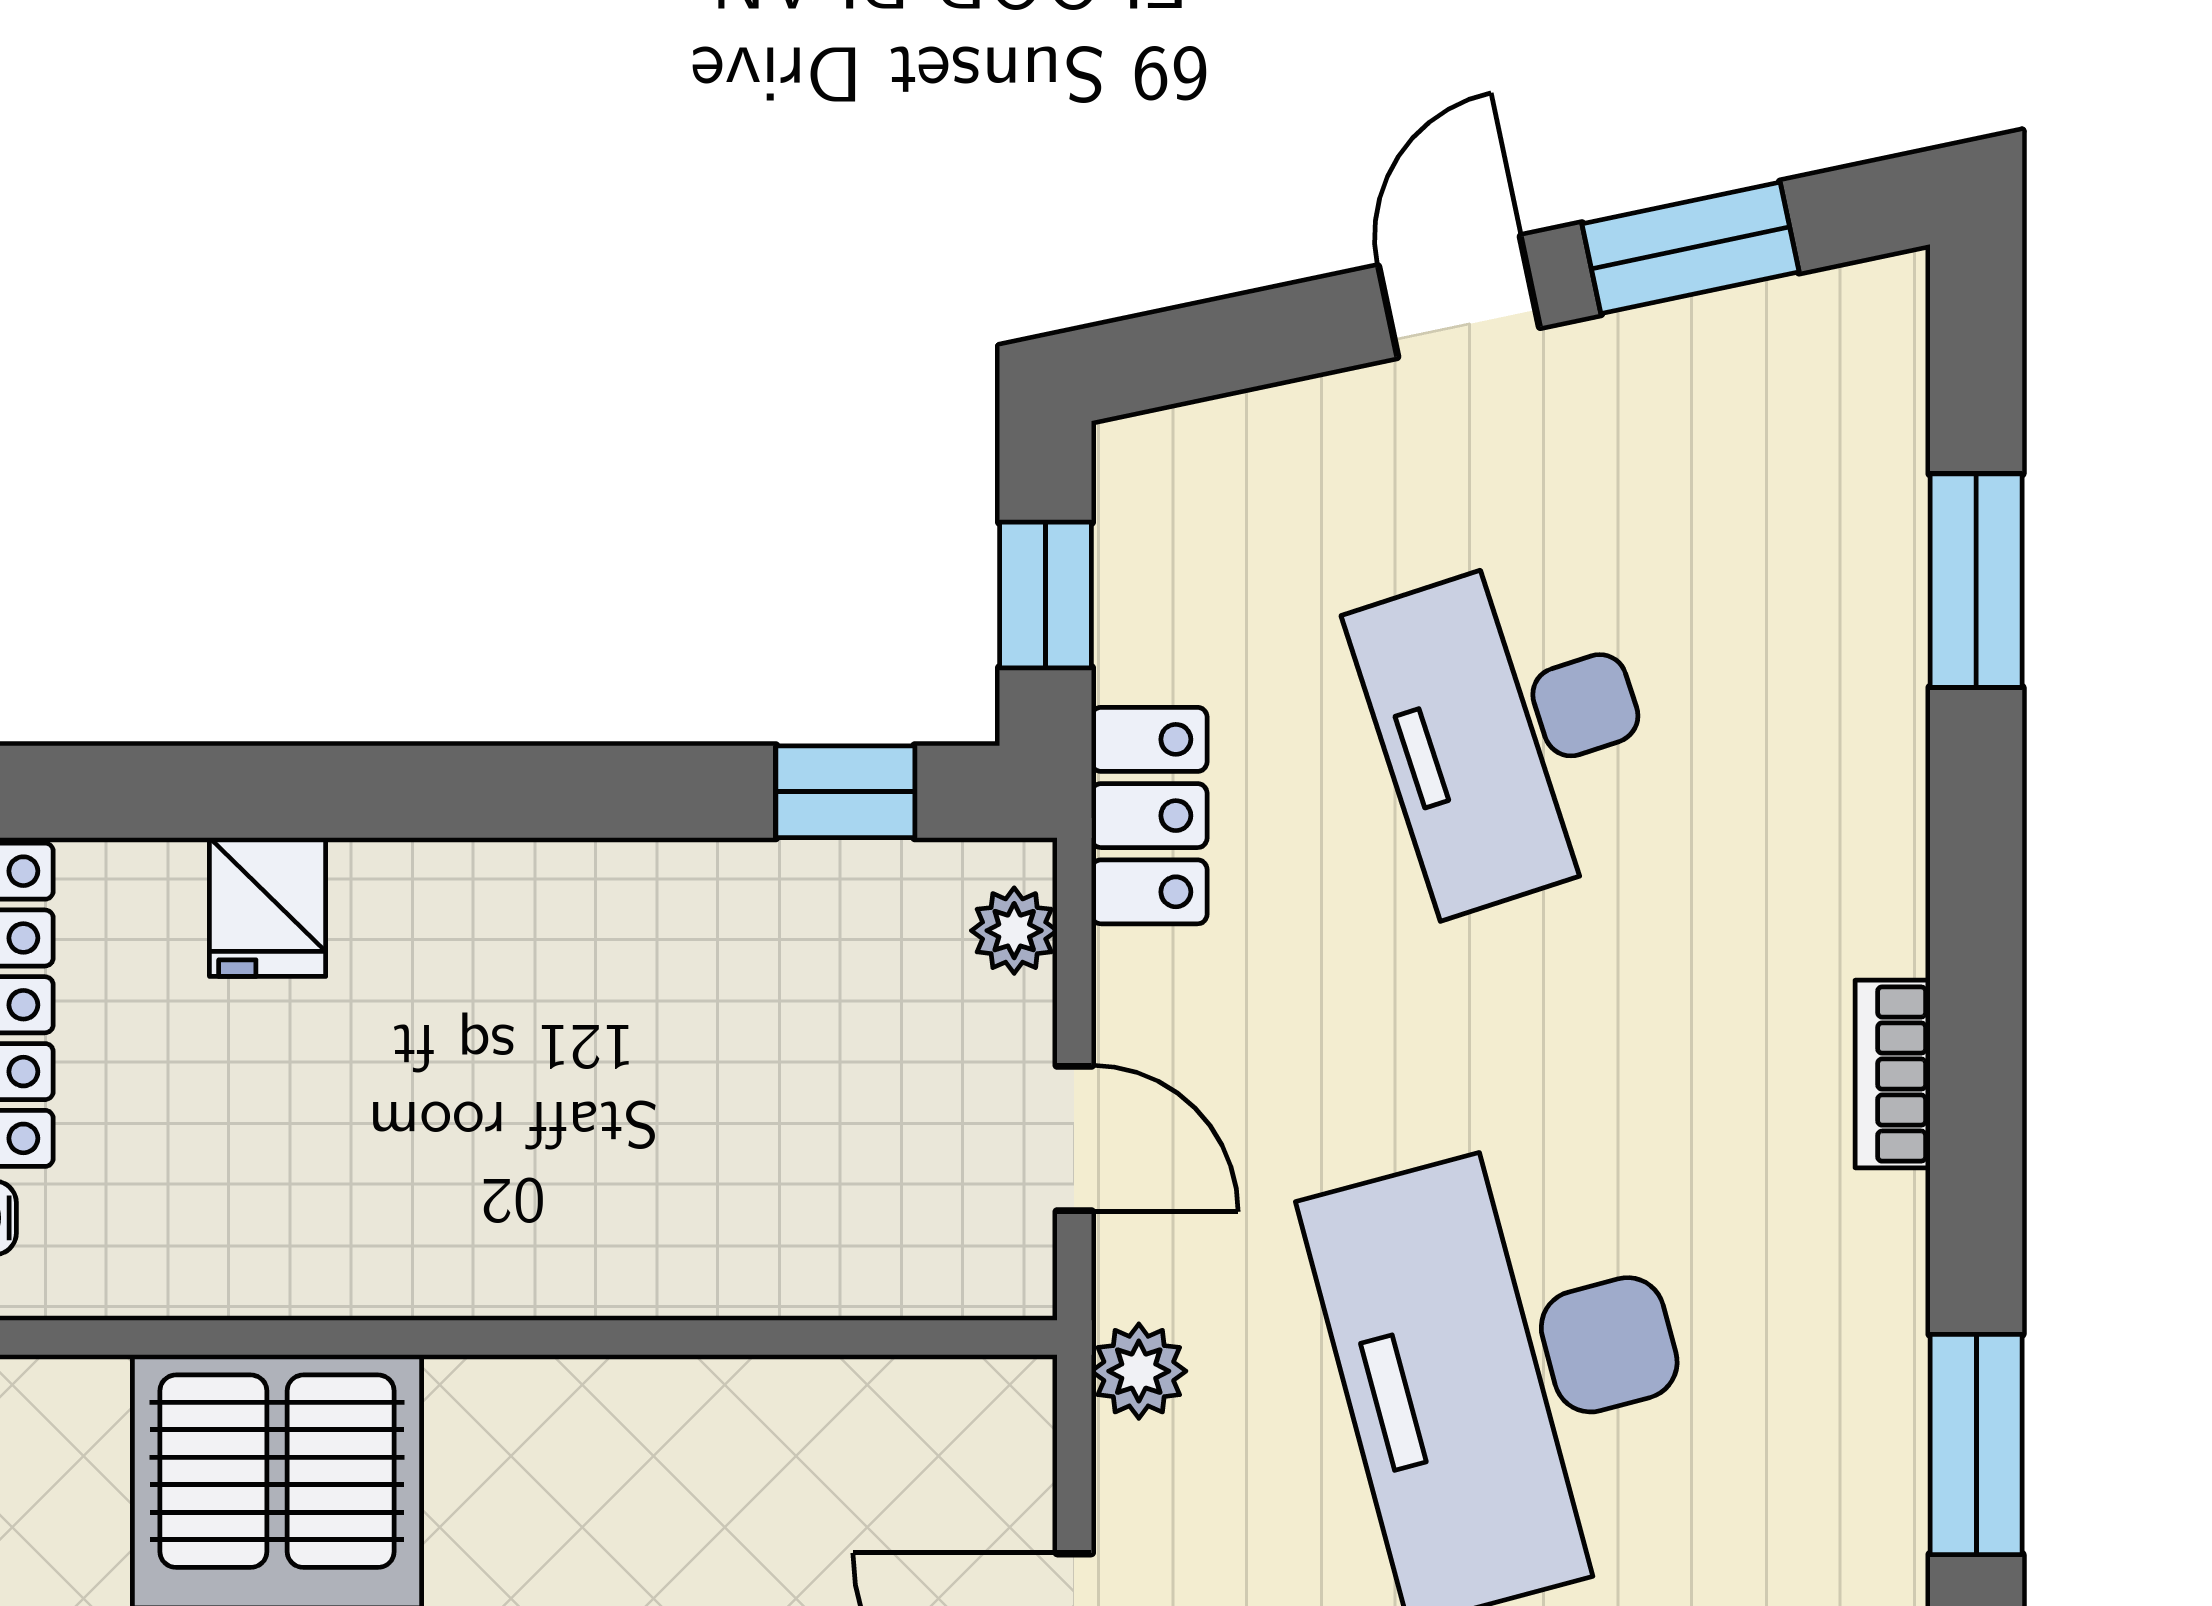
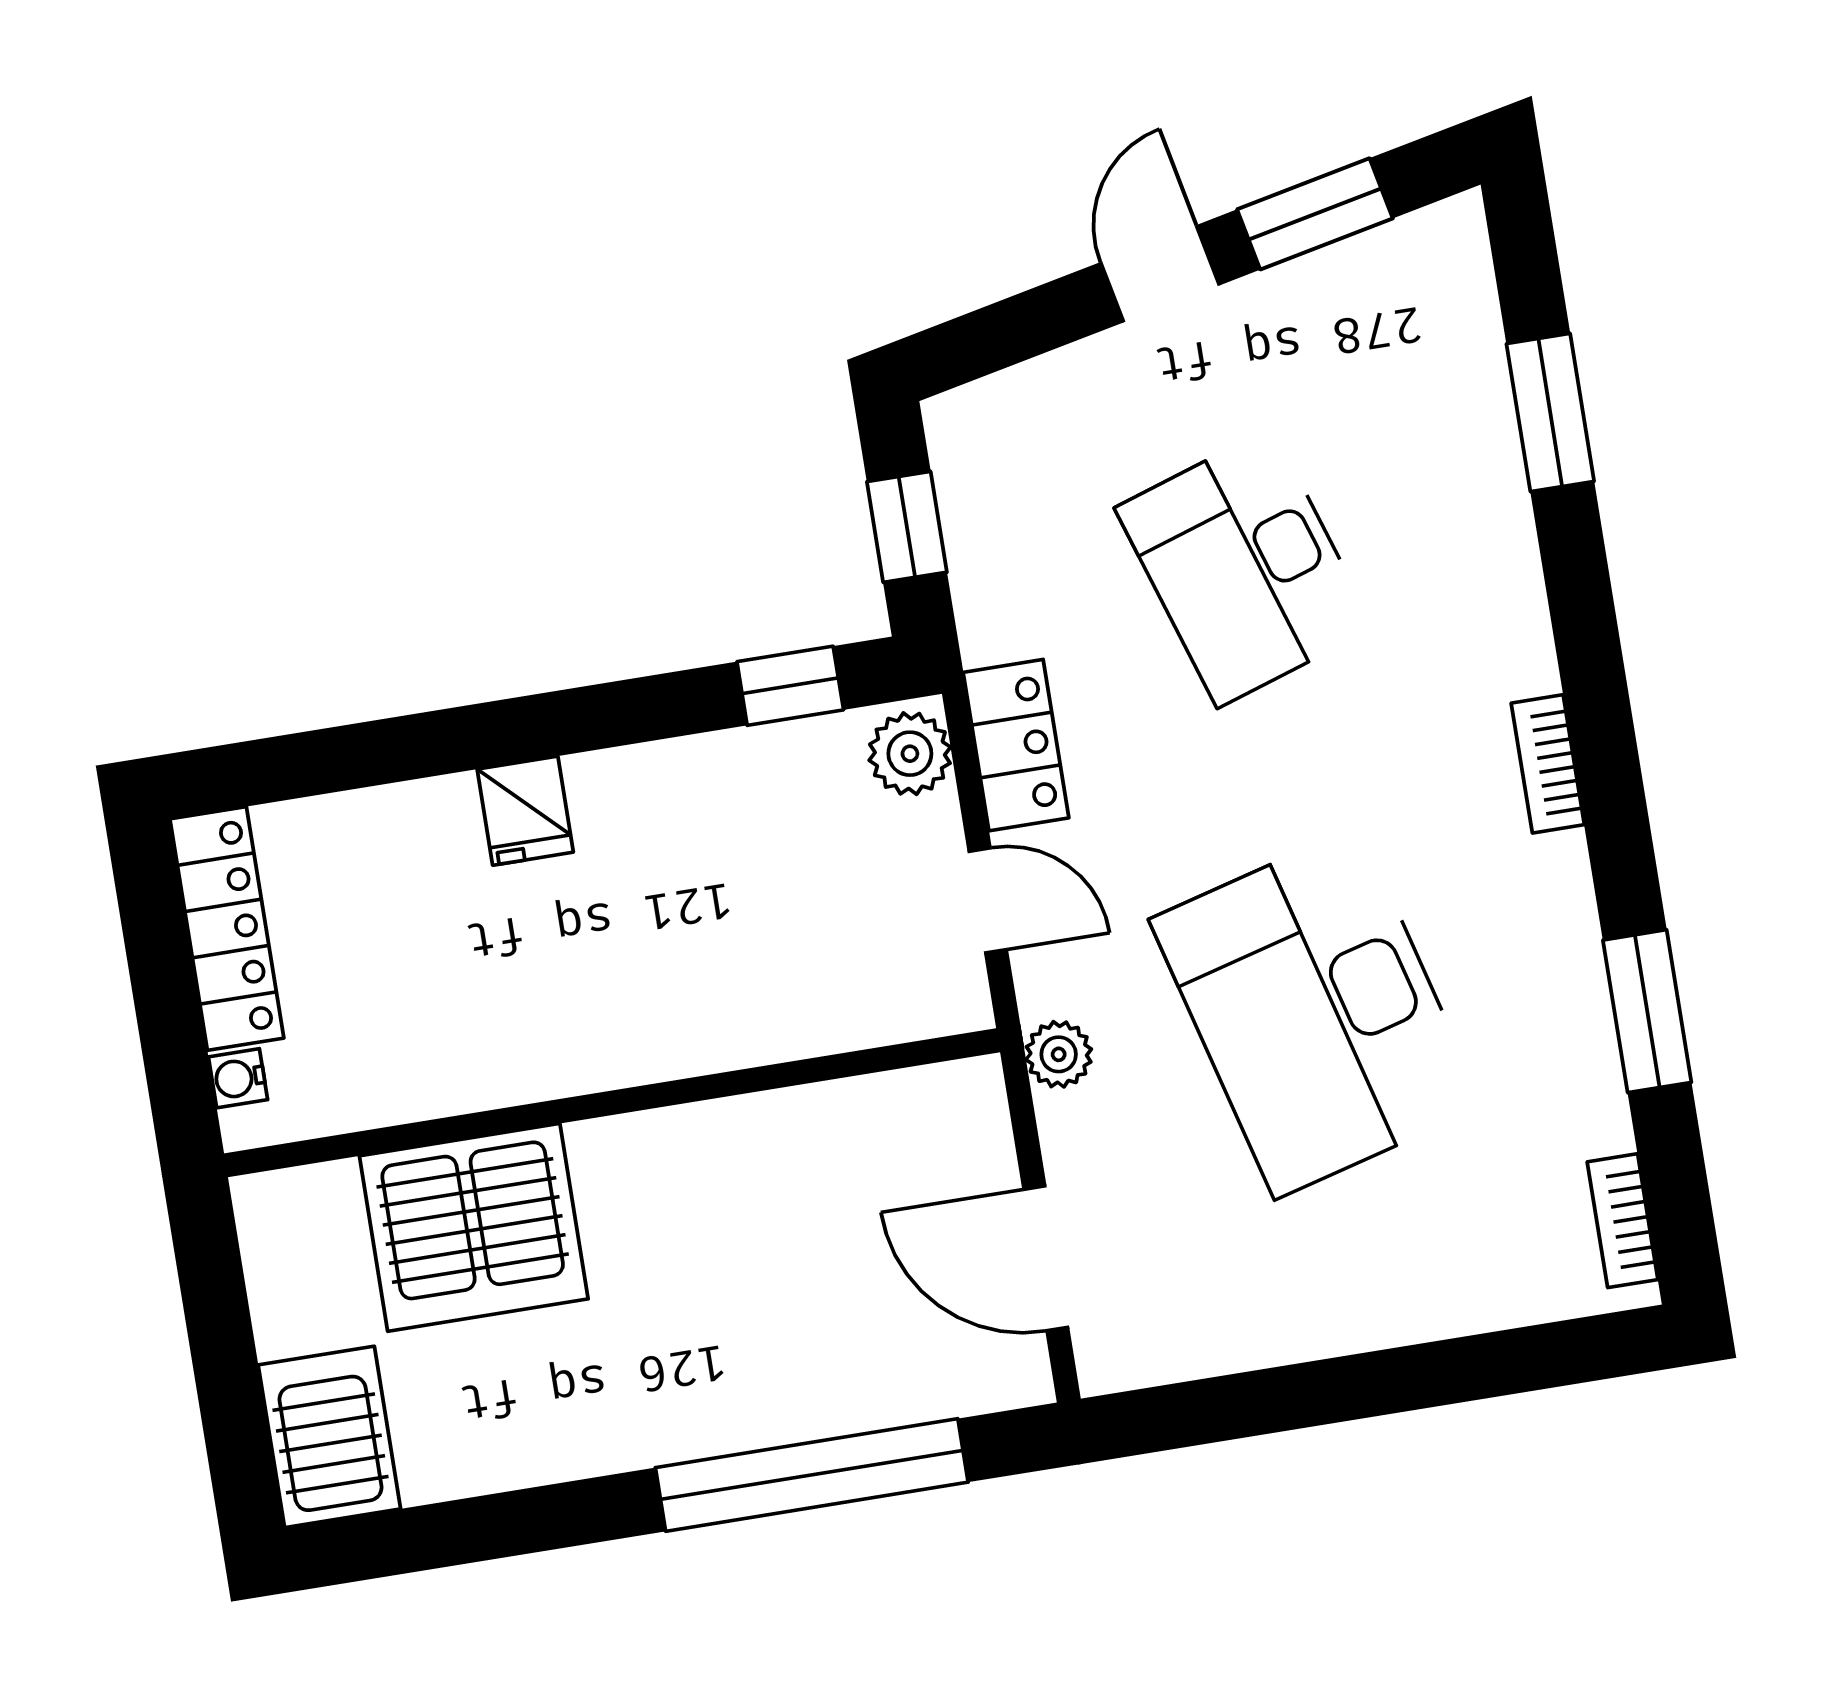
locker: (1149, 816) -> (1016, 745), moved
fridge: (268, 907) -> (525, 811), moved
plant: (1014, 931) -> (910, 754), width x1.38, depth x1.38

